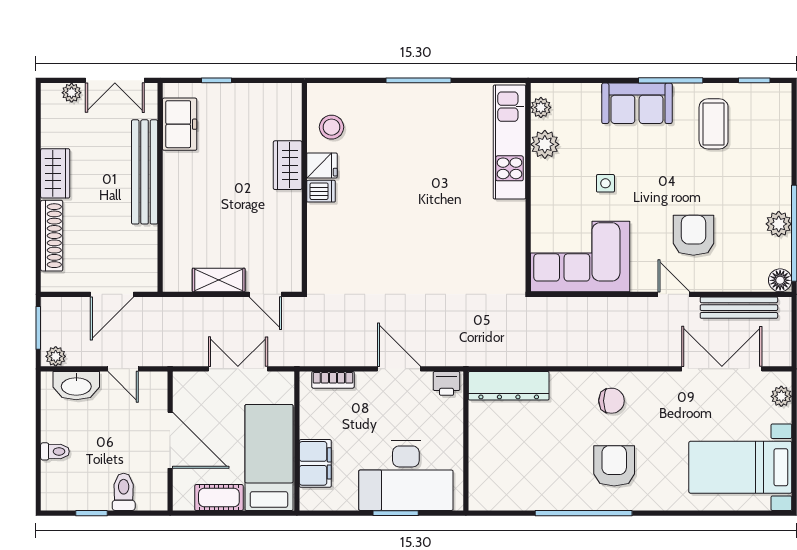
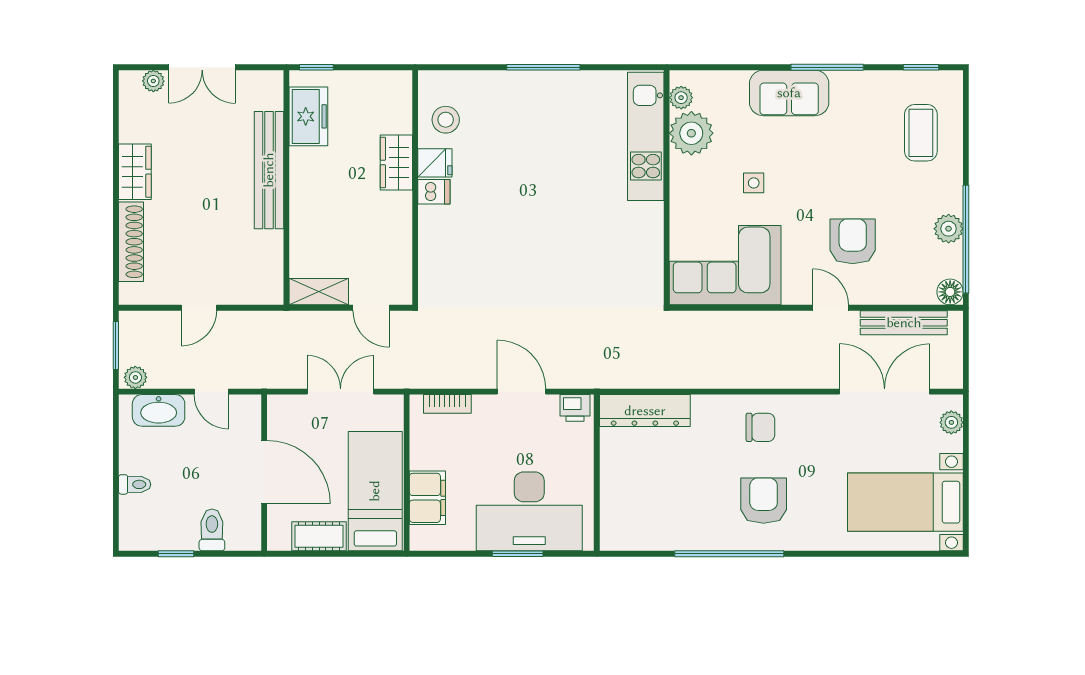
freezer: (180, 124) -> (308, 116), moved
coffee table: (714, 124) -> (921, 133), moved
plant: (545, 144) -> (691, 133), width x1.36, depth x1.36
bench: (145, 172) -> (269, 170), moved
wall: (160, 187) -> (286, 188), moved
door: (112, 294) -> (199, 308), width x0.73

